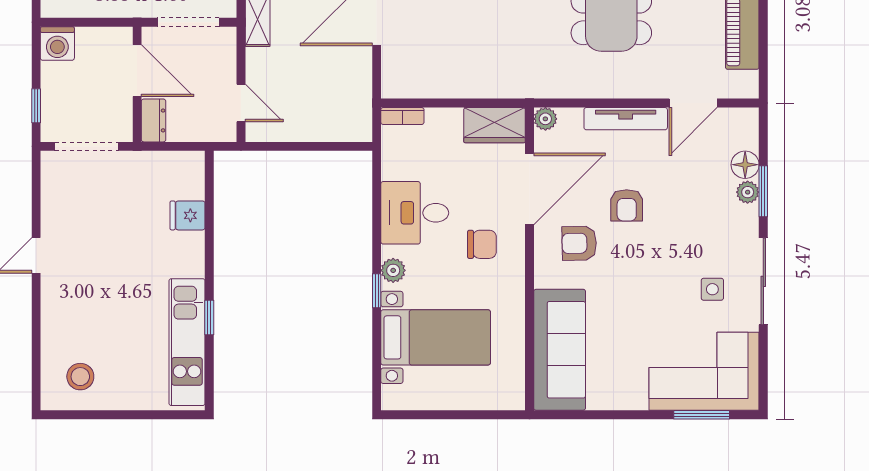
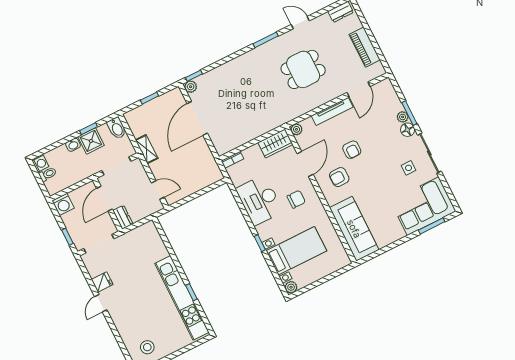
door: (137, 71) -> (105, 199), swing flipped
floor lamp: (745, 165) -> (408, 130), moved
door: (530, 189) -> (305, 164), width x0.73
desk: (415, 213) -> (259, 200), width x1.37
fridge: (188, 215) -> (102, 282), moved, turned 180
plant: (393, 270) -> (291, 287), moved
kitchen unit: (187, 342) -> (182, 298), width x1.36

